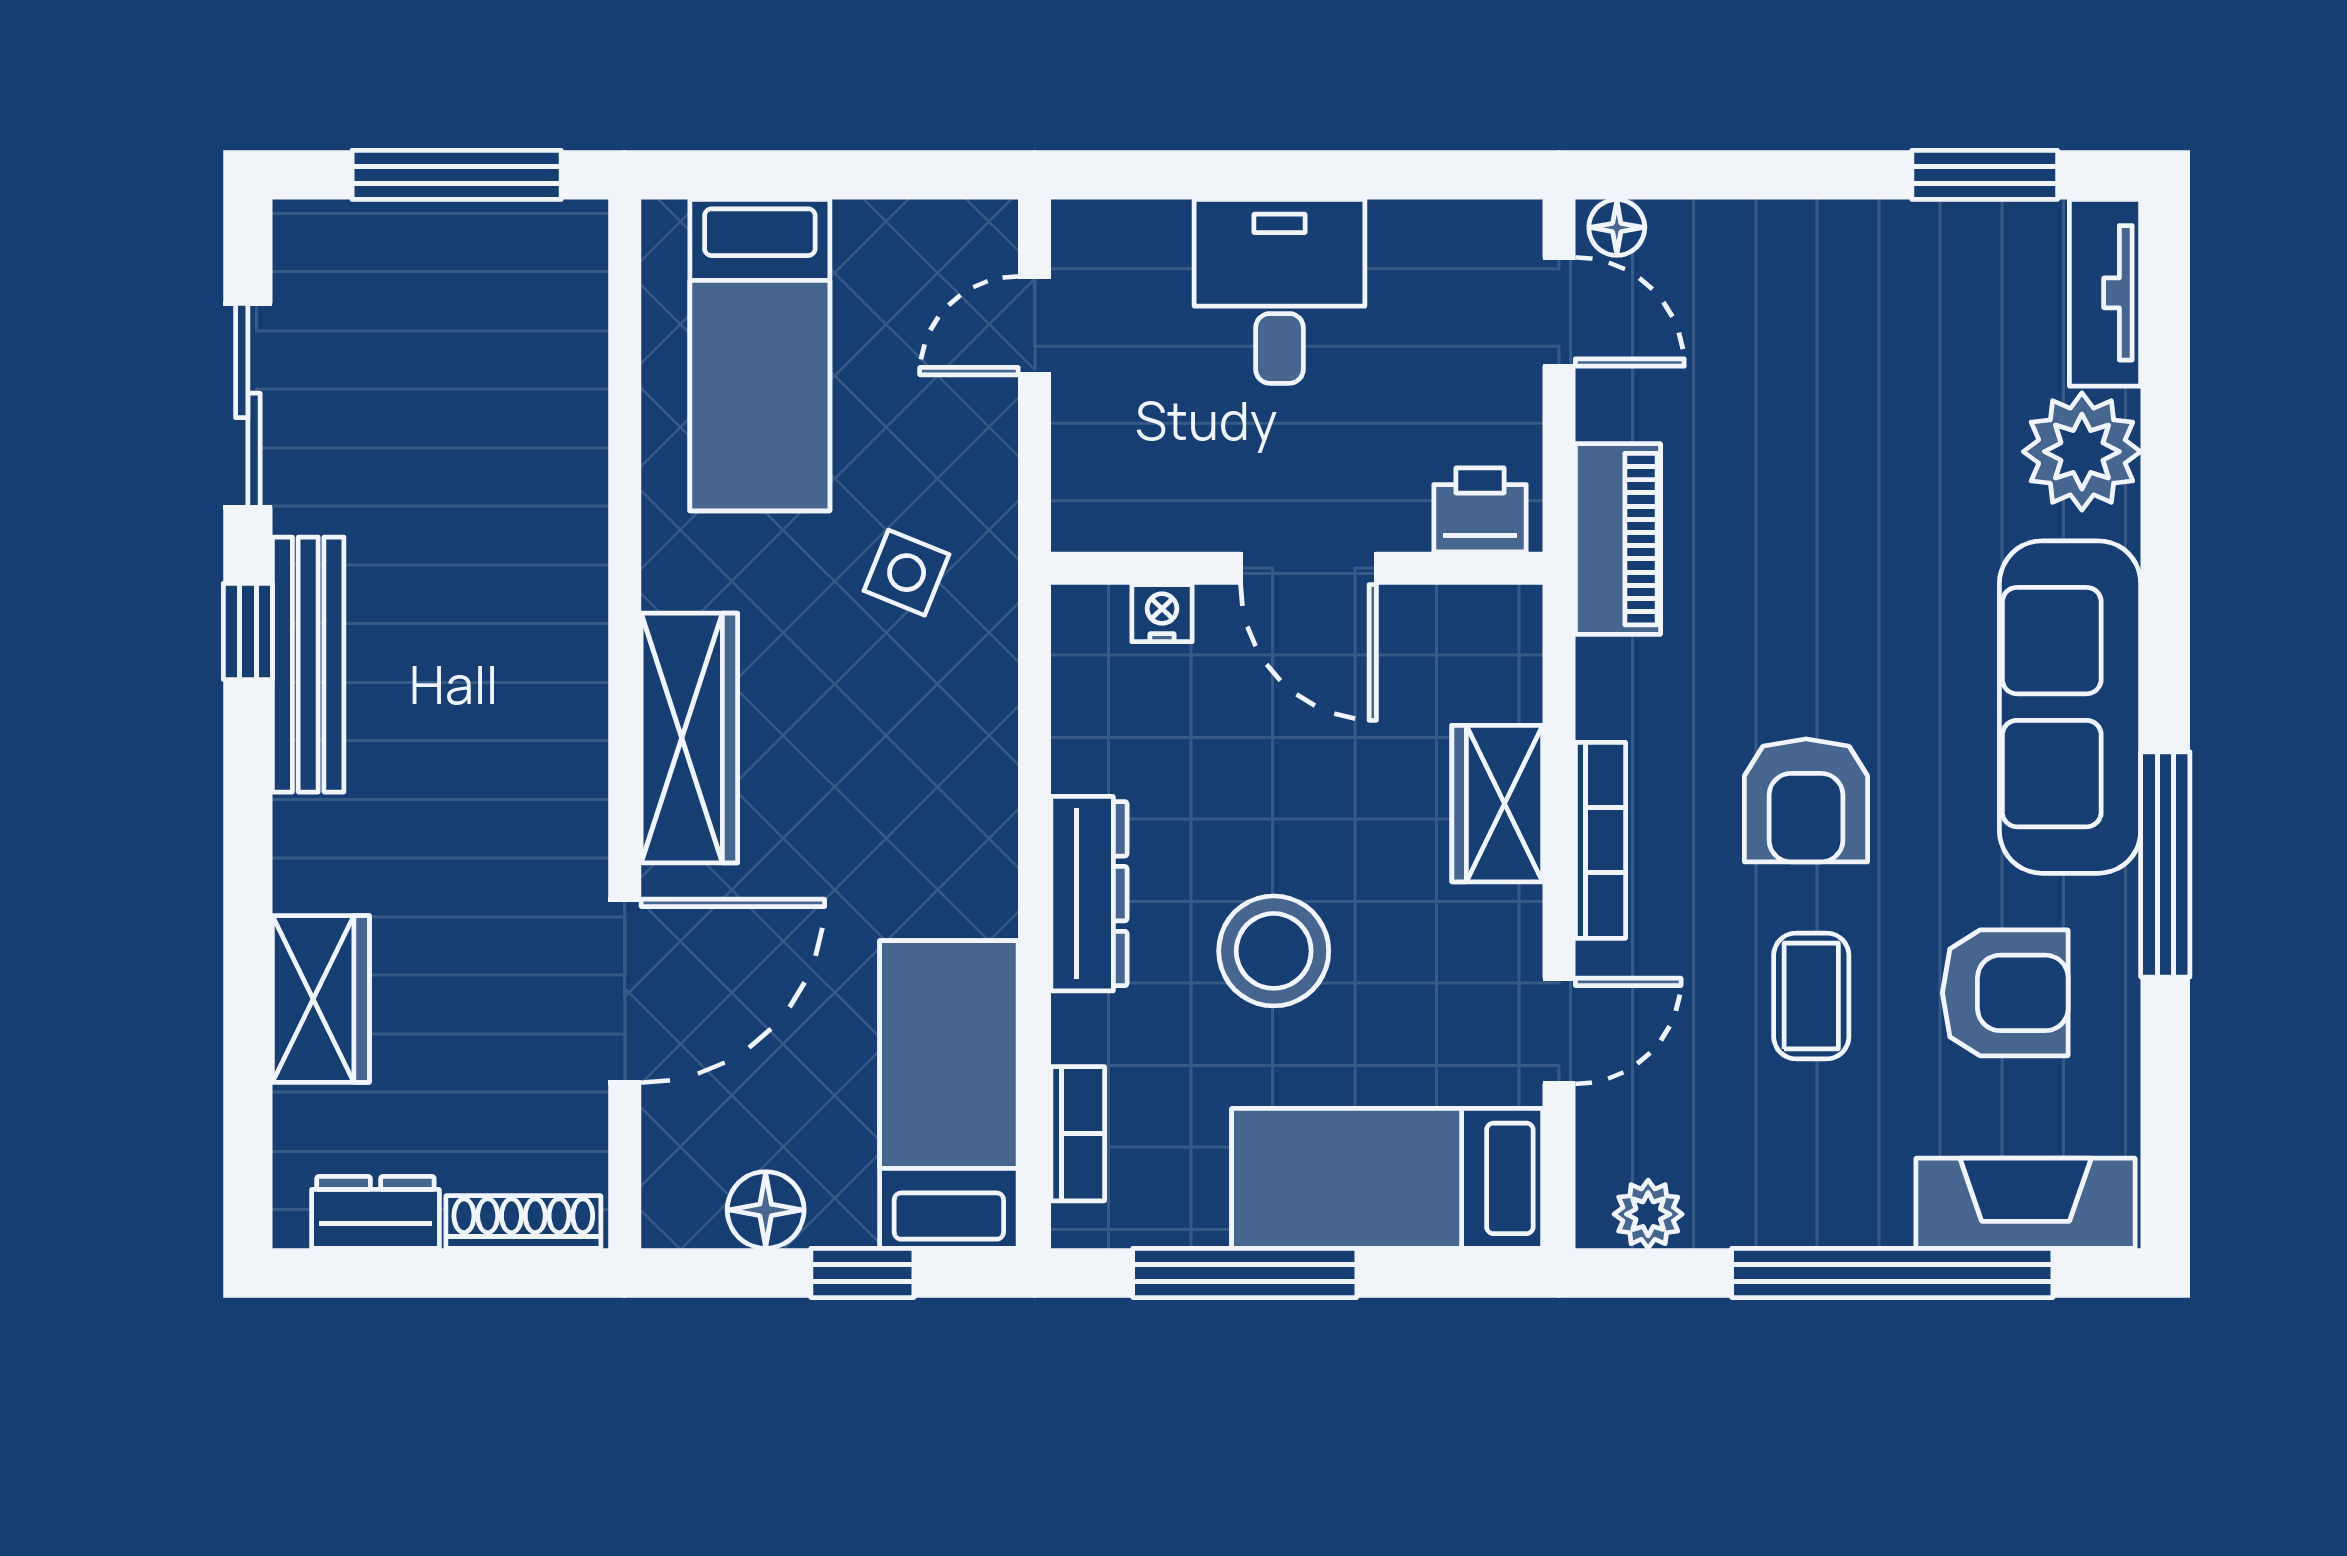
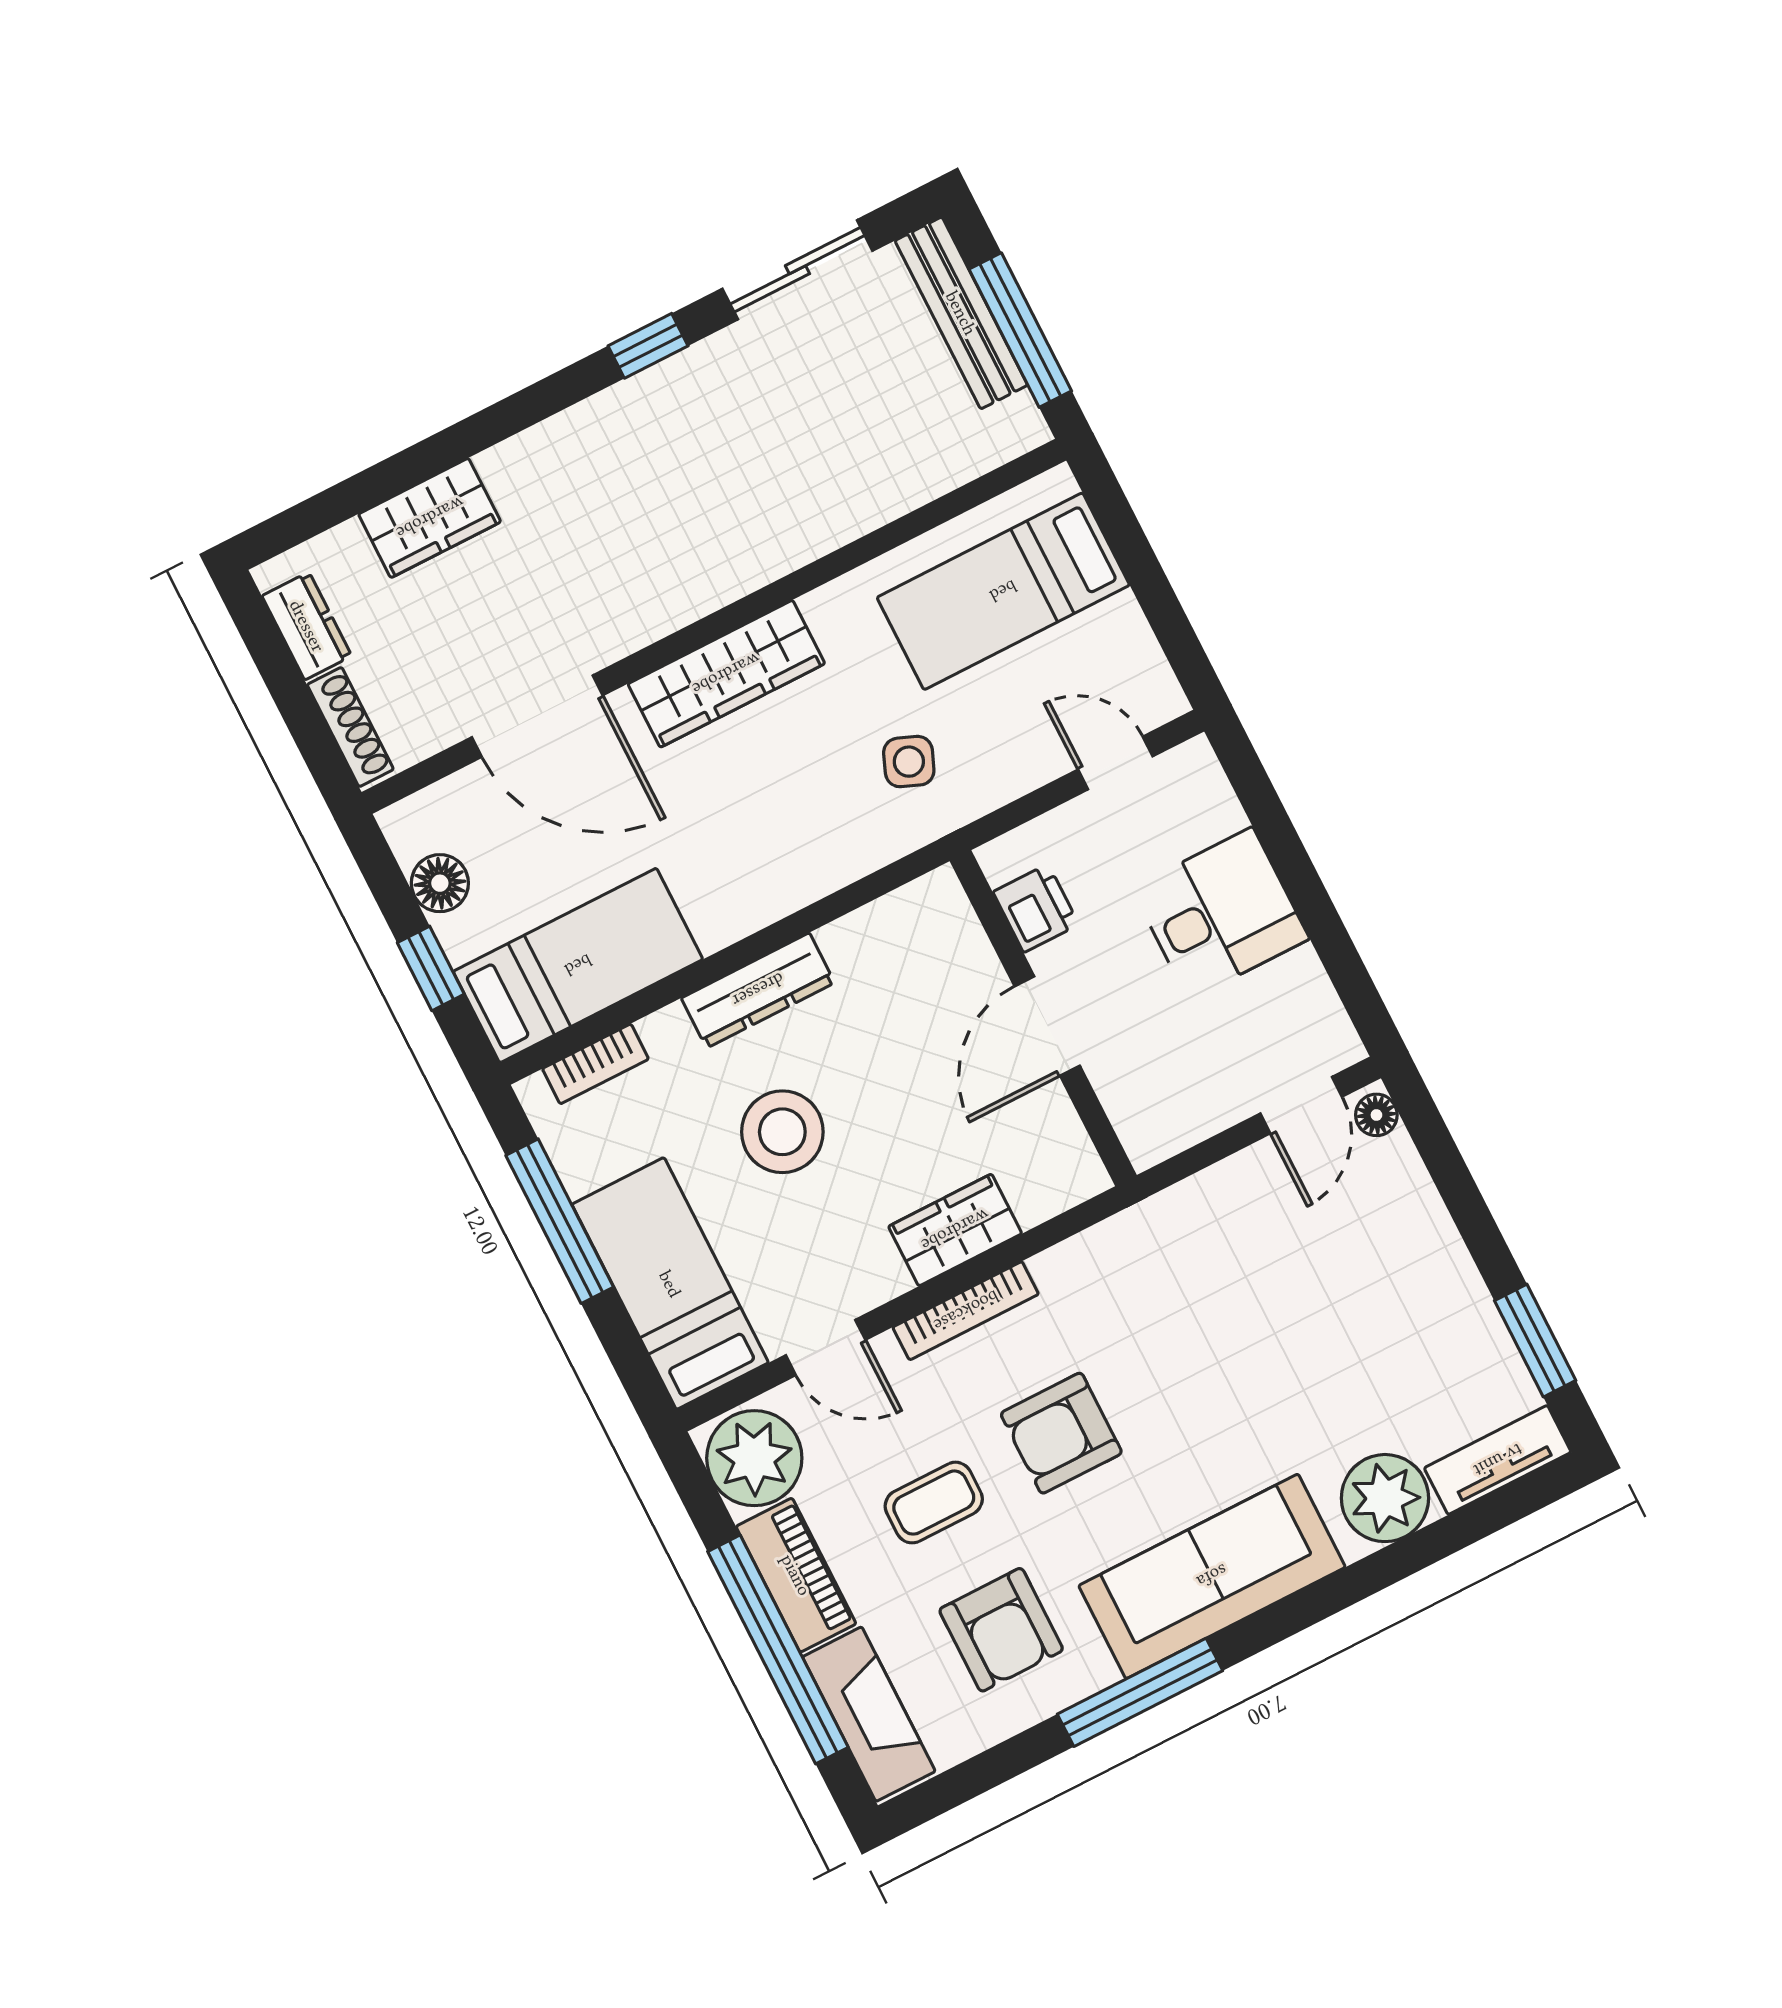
printer: (1480, 510) -> (1036, 908), moved
piano: (1618, 539) -> (796, 1575), moved, turned -90
nightstand: (1162, 613) -> (968, 944), removed
bench: (308, 665) -> (961, 313), moved, turned 90
plant: (1648, 1214) -> (754, 1458), width x1.87, depth x1.87

